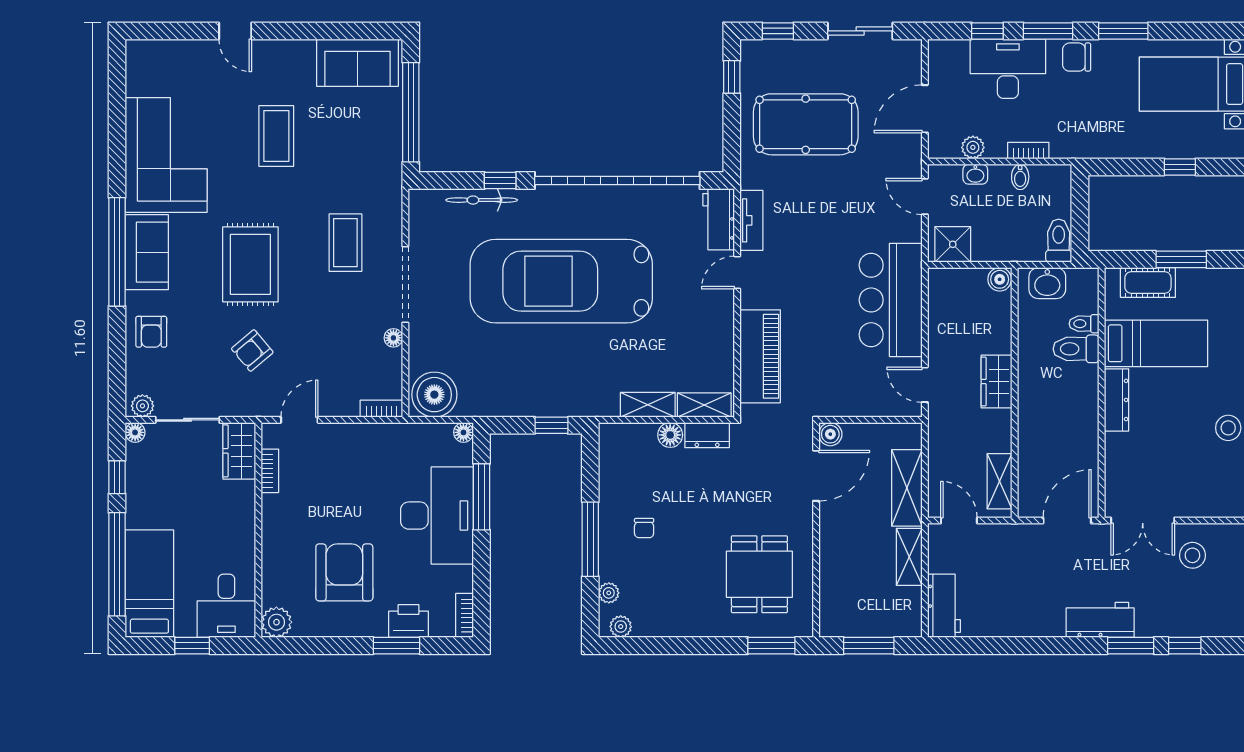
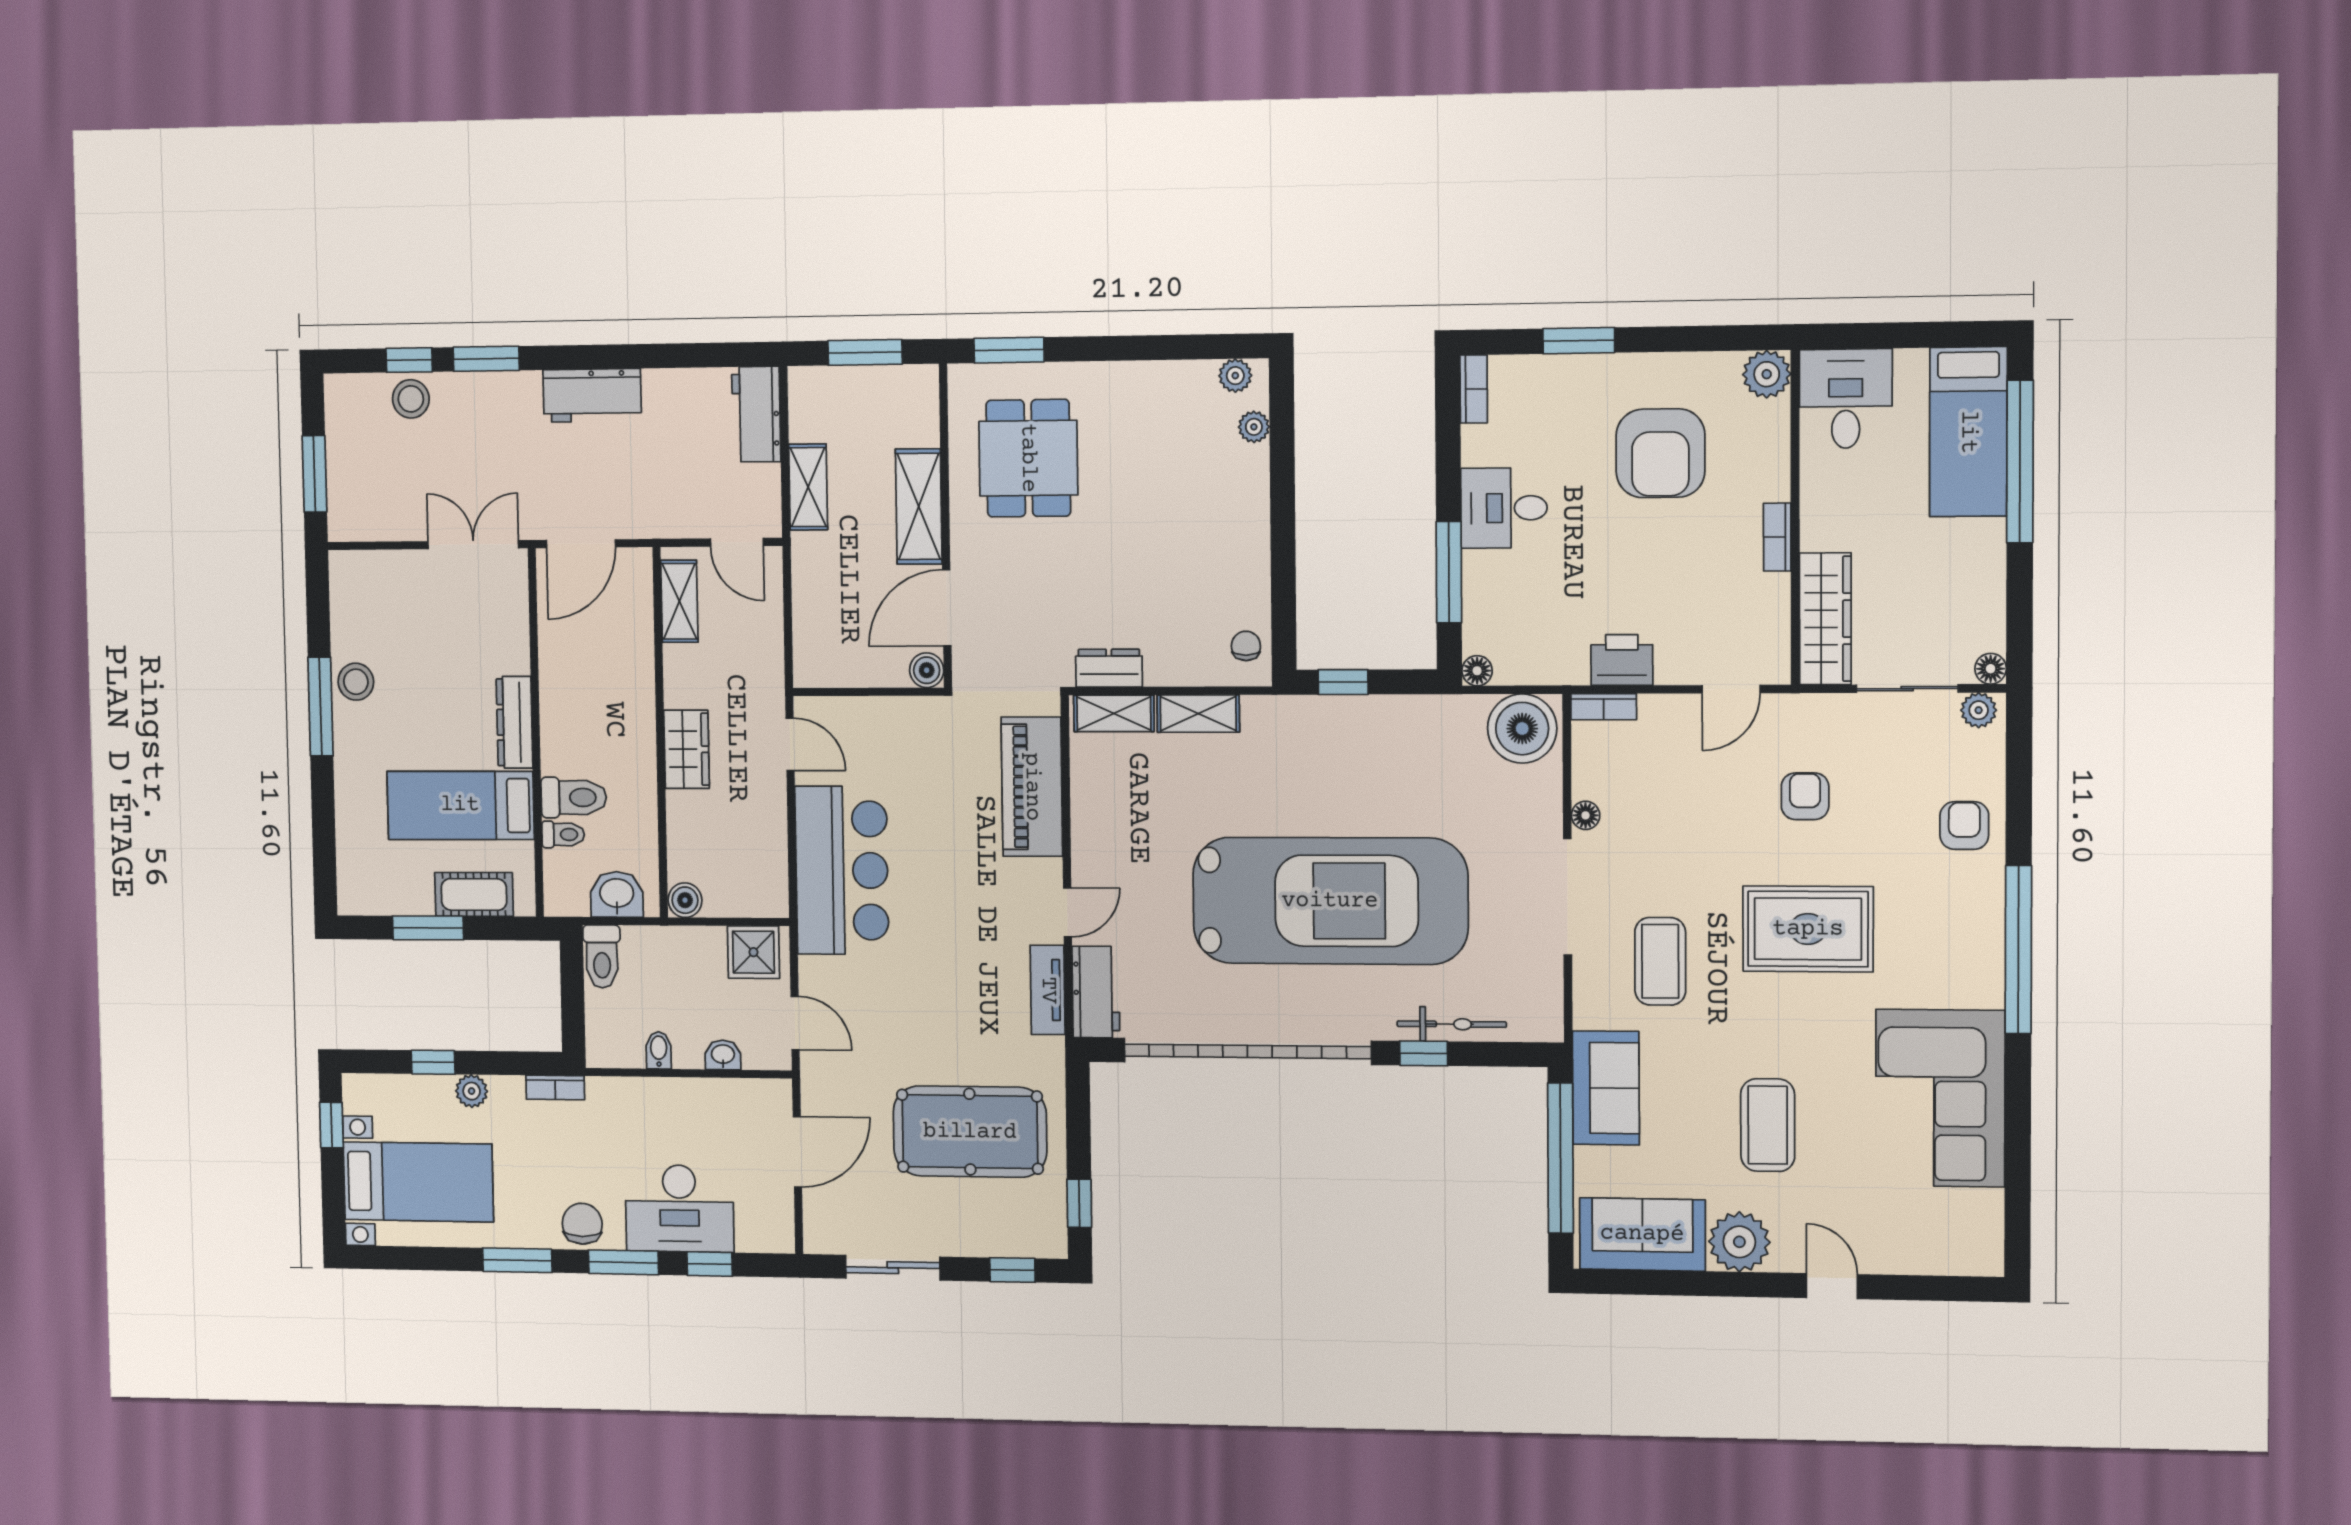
chair: (1077, 57) -> (582, 1224), turned -90
plant: (295, 59) -> (1739, 1242), added
plant: (973, 147) -> (472, 1091), moved
bookcase: (1028, 151) -> (555, 1088), moved
sofa: (147, 252) -> (1606, 1088), moved, turned 180
rug: (250, 264) -> (1808, 929), turned 90
armchair: (252, 351) -> (1805, 796), turned -50
floor lamp: (670, 435) -> (1164, 668), removed
wardrobe: (239, 451) -> (1825, 619), width x1.50
bookcase: (270, 471) -> (1777, 537), moved
window: (117, 477) -> (2020, 599), removed
shelving: (907, 488) -> (919, 506), moved
desk: (437, 516) -> (1504, 508), width x0.53, depth x0.77
chair: (644, 528) -> (1246, 646), moved
window: (590, 539) -> (1283, 509), removed
stool: (1192, 555) -> (411, 399), moved
workbench: (1100, 620) -> (592, 395), moved
printer: (408, 621) -> (1622, 660), moved, turned 180
window: (192, 646) -> (1900, 335), removed

